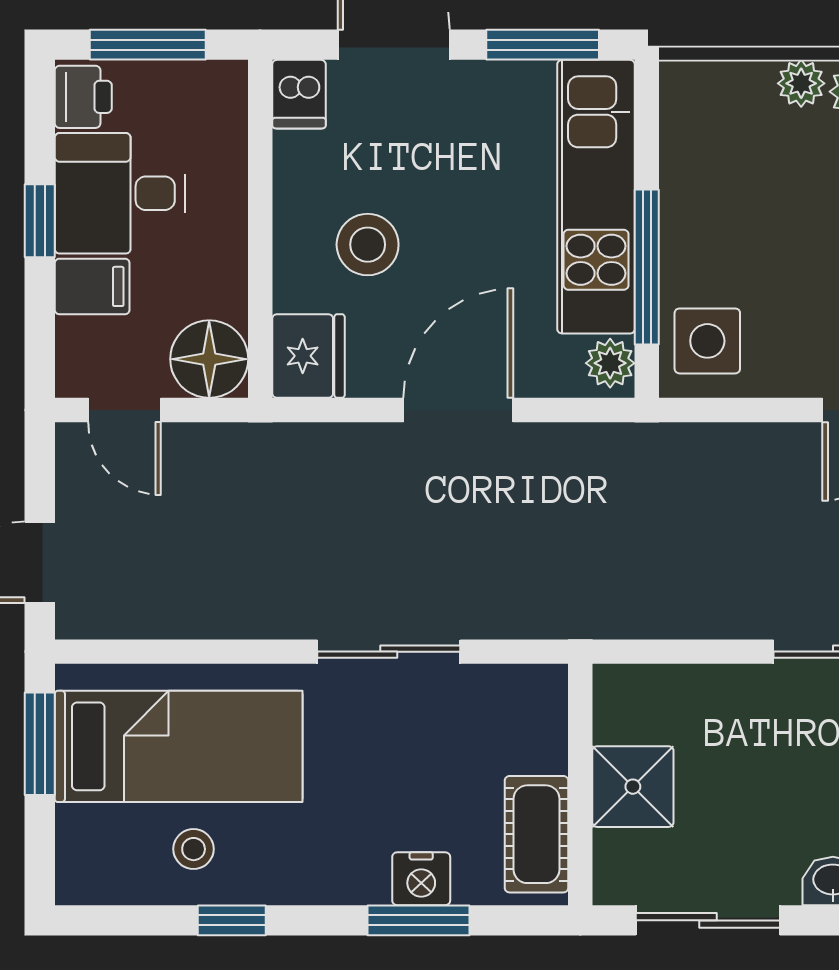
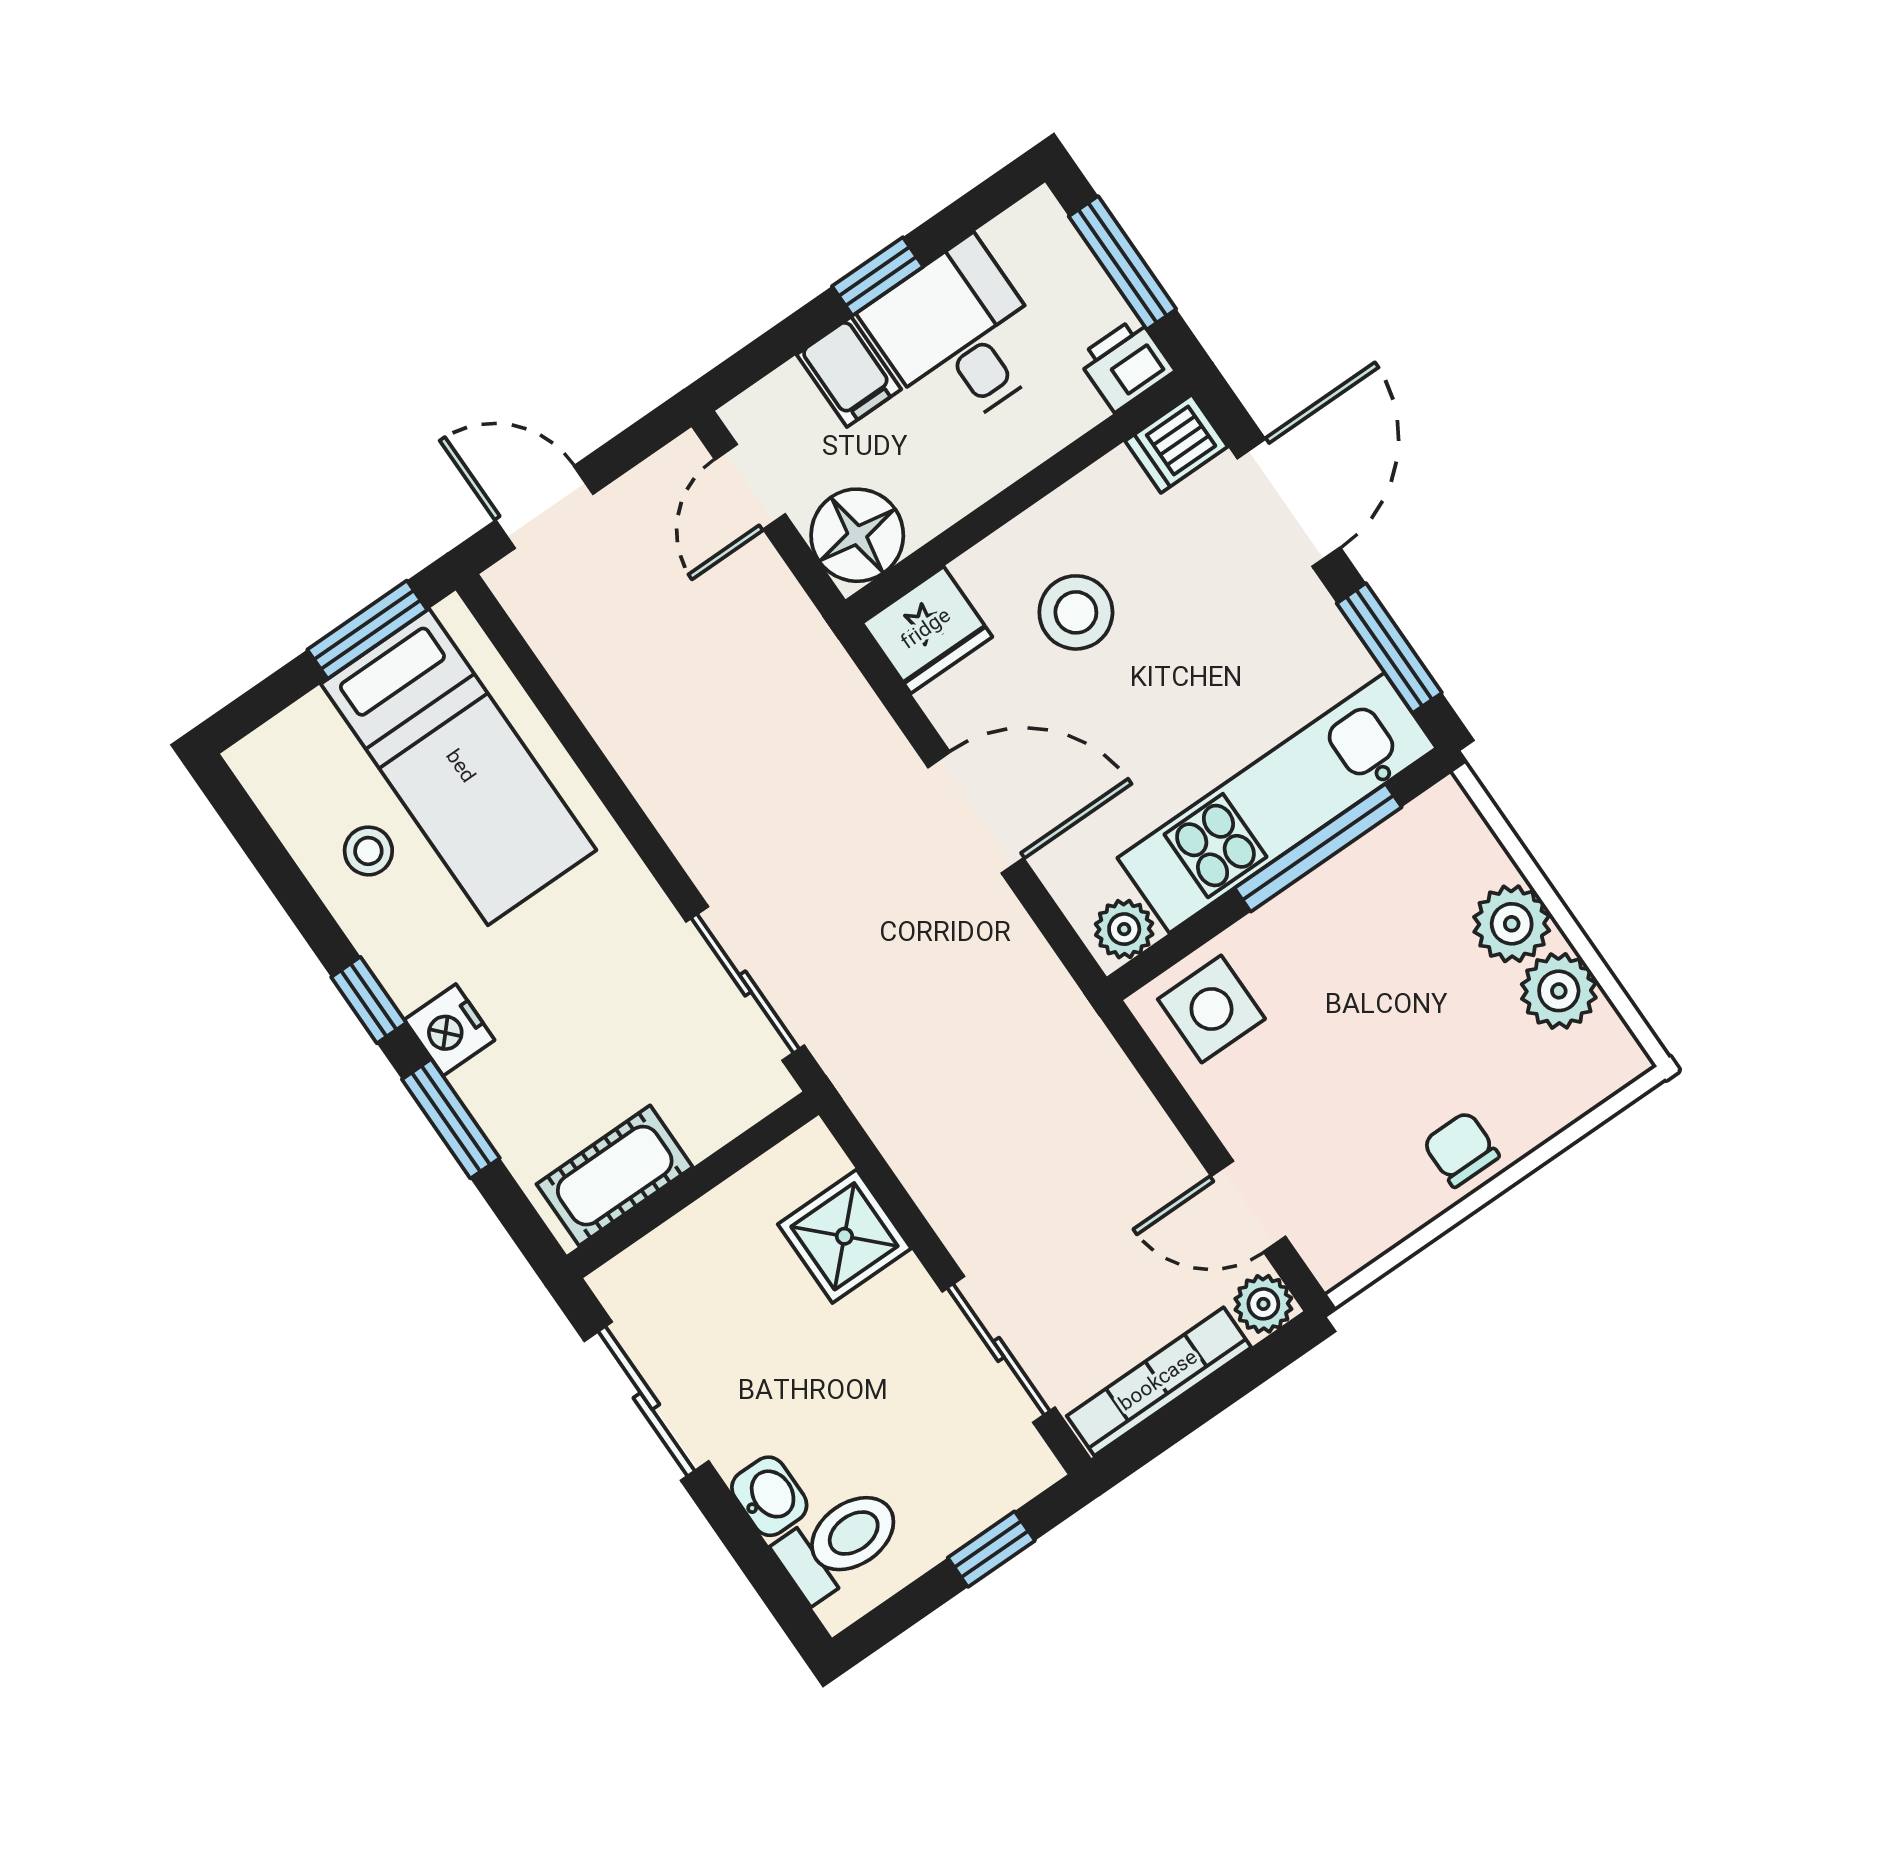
plant: (801, 83) -> (1512, 924), width x1.38, depth x1.38
printer: (83, 97) -> (1126, 364), moved, turned 180
window: (647, 267) -> (1318, 848), moved
sliding door: (389, 652) -> (745, 983), moved
shower: (633, 787) -> (844, 1236), moved
nightstand: (421, 879) -> (449, 1030), moved
window: (232, 920) -> (369, 1000), moved

